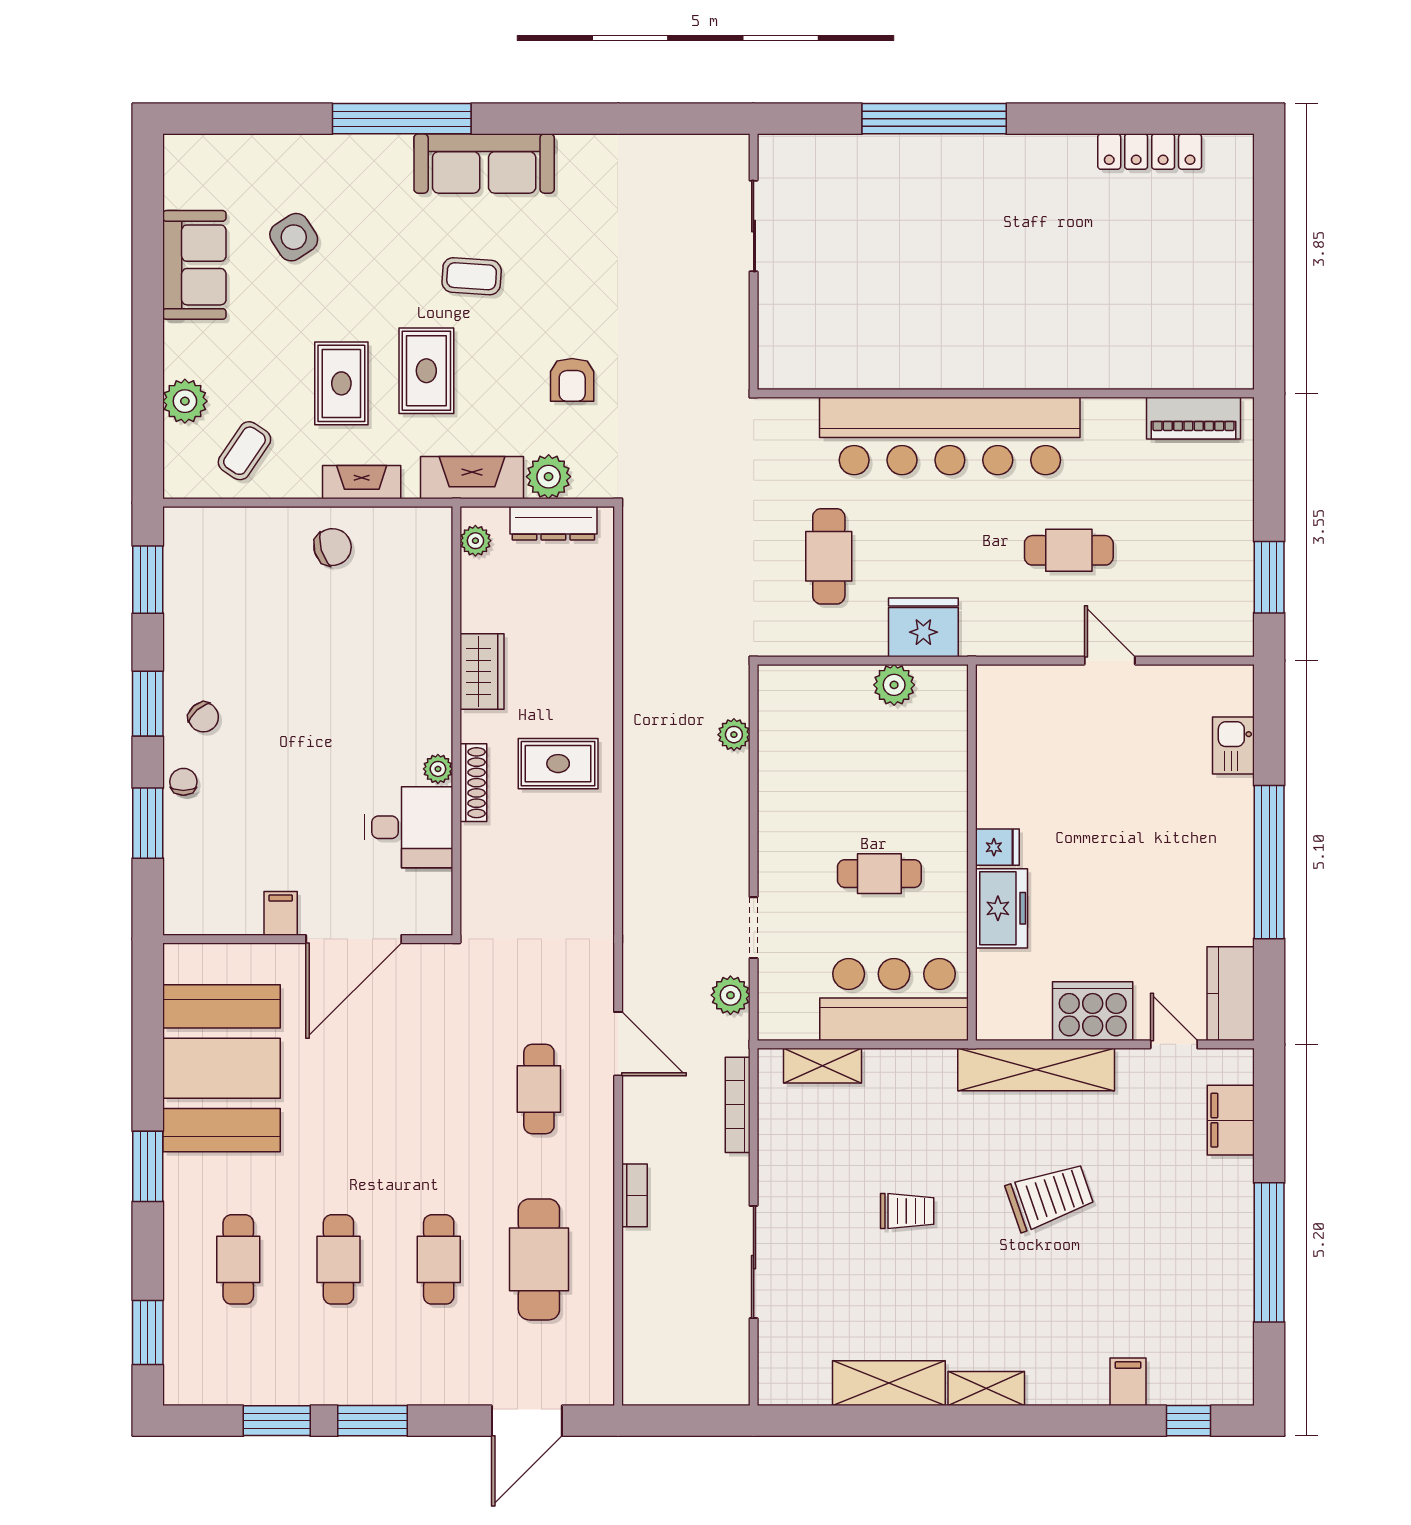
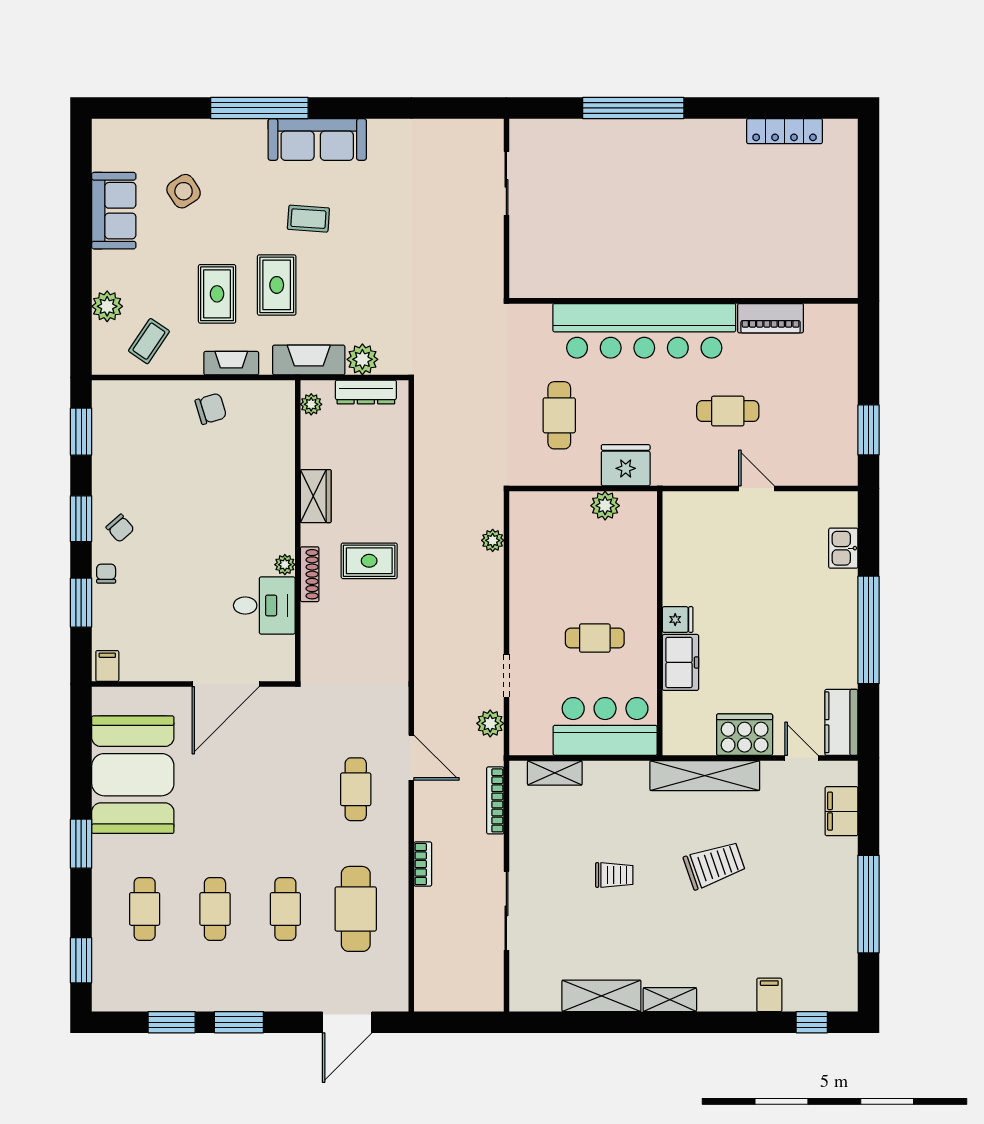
armchair: (572, 380) -> (379, 291), removed
piano: (1194, 418) -> (771, 318), moved
filing cabinet: (281, 913) -> (107, 666), moved

